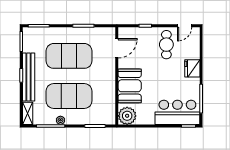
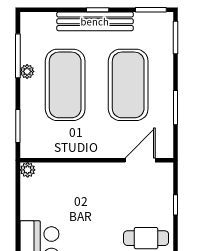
door: (117, 48) -> (140, 160), swing flipped
booth: (130, 86) -> (81, 180), removed
shelving: (28, 113) -> (38, 20), removed
plant: (127, 116) -> (28, 170), width x0.53, depth x0.53

